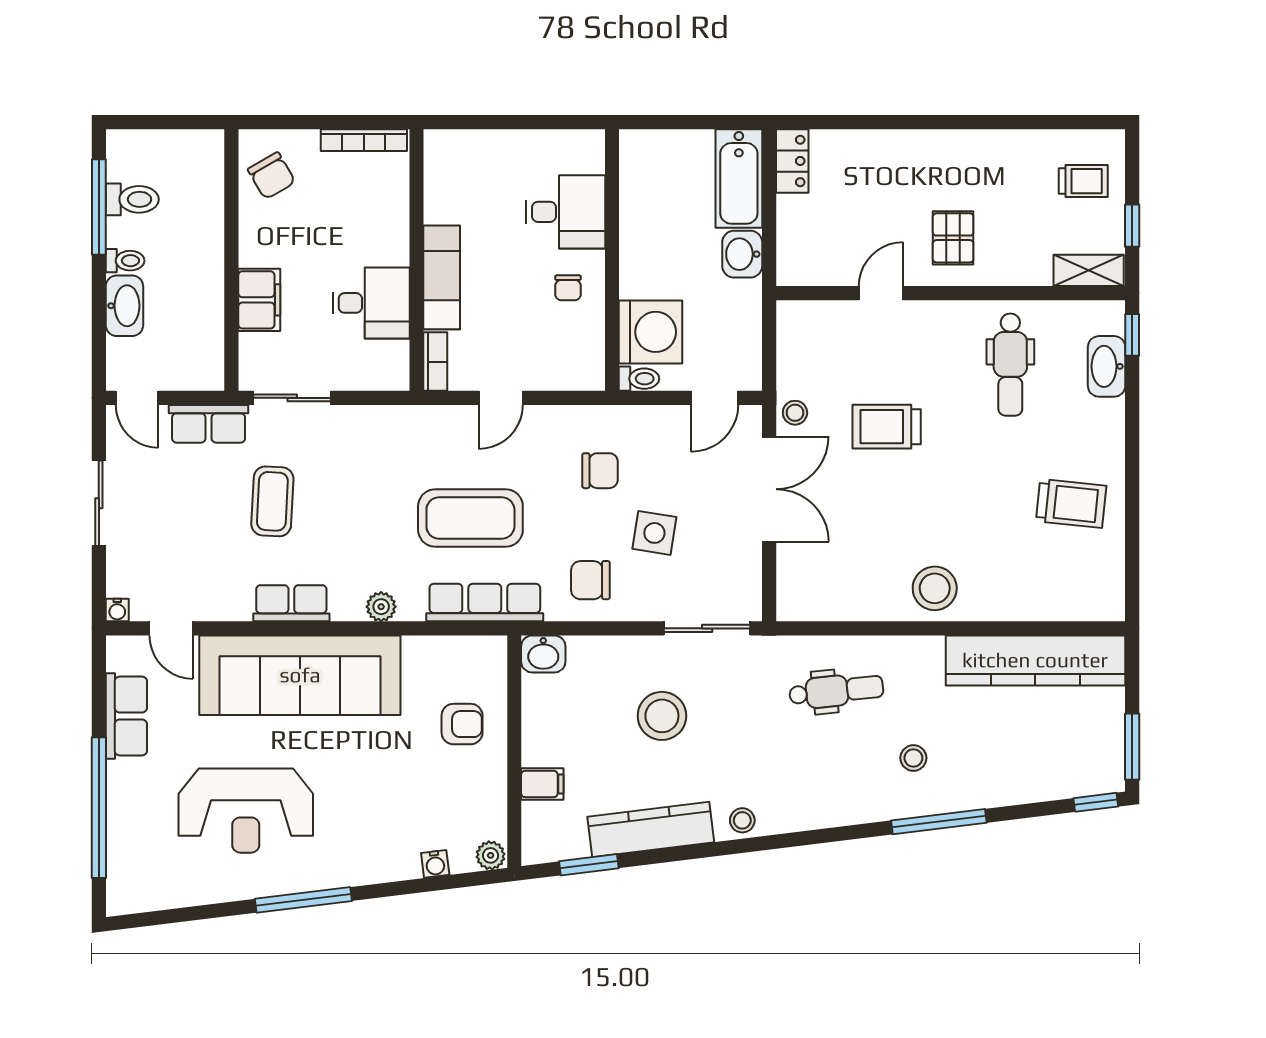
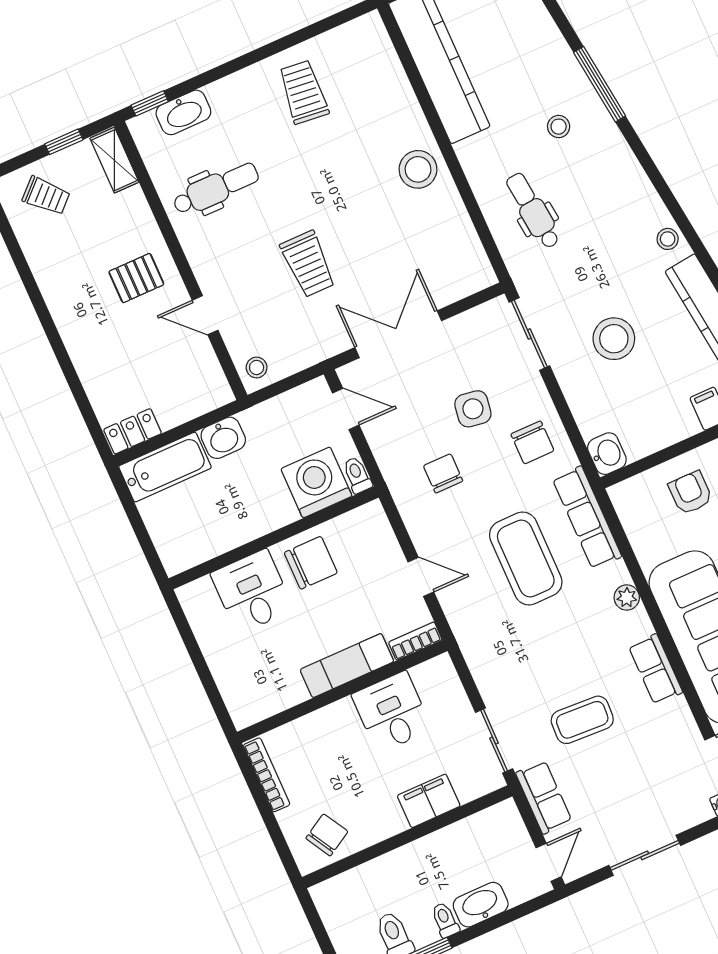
trolley: (1083, 181) -> (46, 196), turned 136
chair: (568, 288) -> (311, 563), width x1.87, depth x1.87
stool: (795, 413) -> (257, 368), moved

